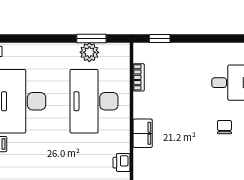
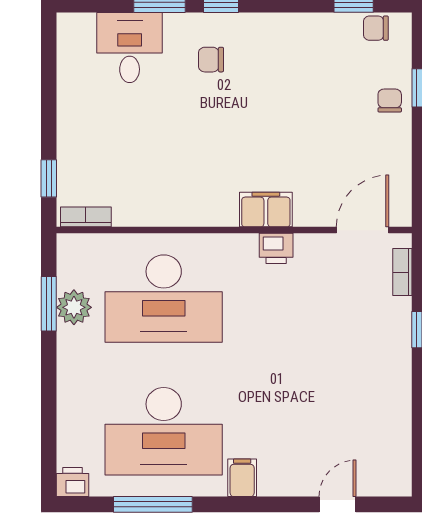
bookcase: (139, 77) -> (86, 217), moved
filing cabinet: (143, 133) -> (266, 210), moved

